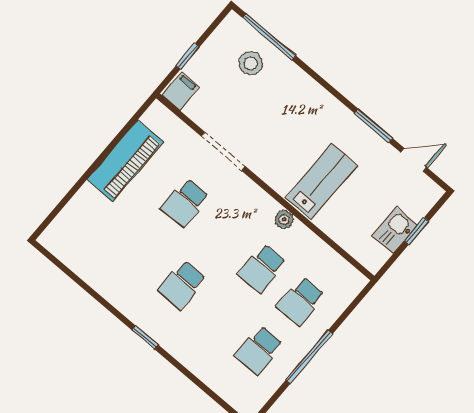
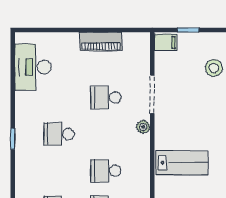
piano: (125, 161) -> (101, 41), width x0.73, depth x0.75
plant: (284, 219) -> (143, 127), moved
desk: (88, 252) -> (33, 67), added

